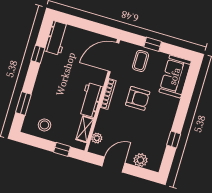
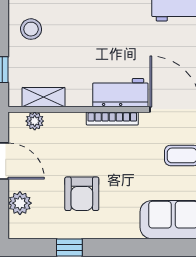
armchair: (138, 98) -> (82, 194), moved
workbench: (91, 100) -> (120, 93), moved

